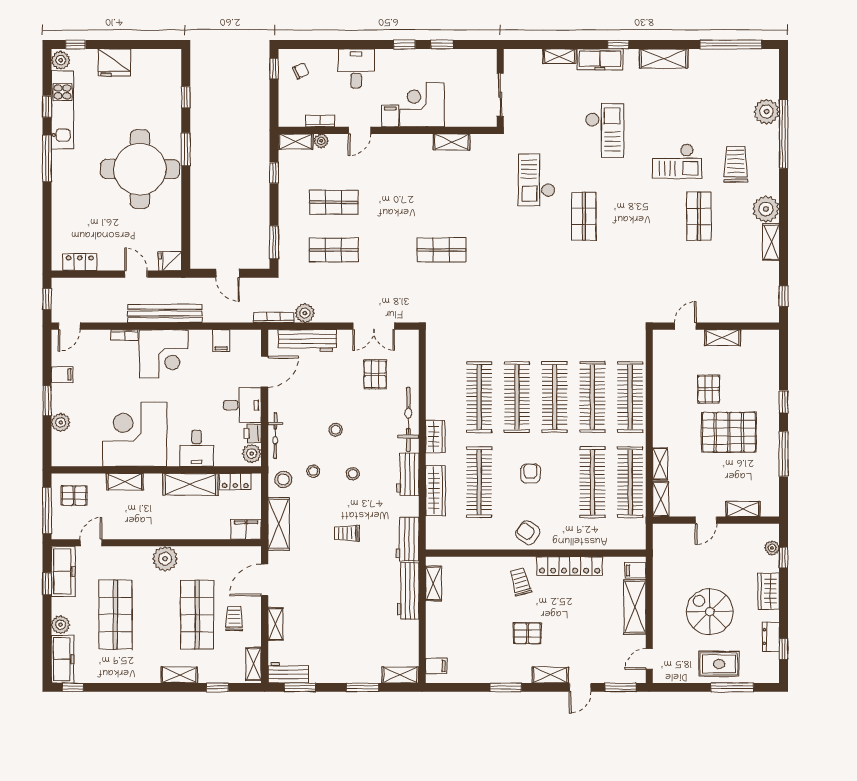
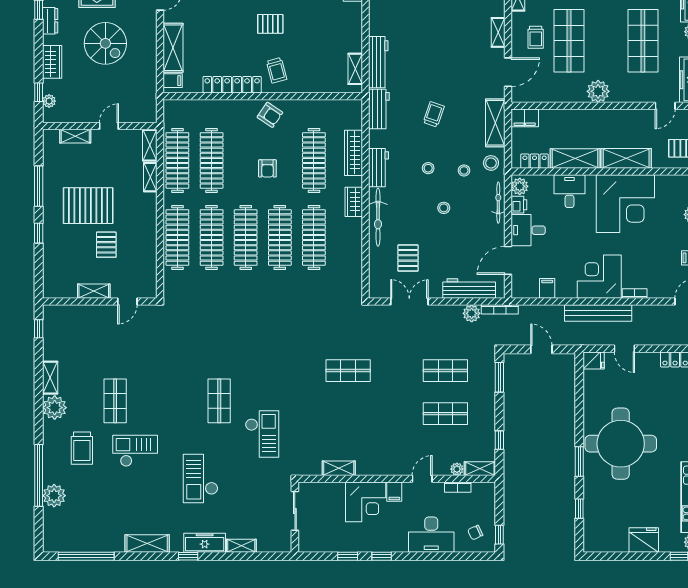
desk: (356, 68) -> (431, 535), width x1.37
shelving: (125, 482) -> (626, 158), width x1.50, depth x1.33
trolley: (347, 533) -> (434, 114), turned -71

